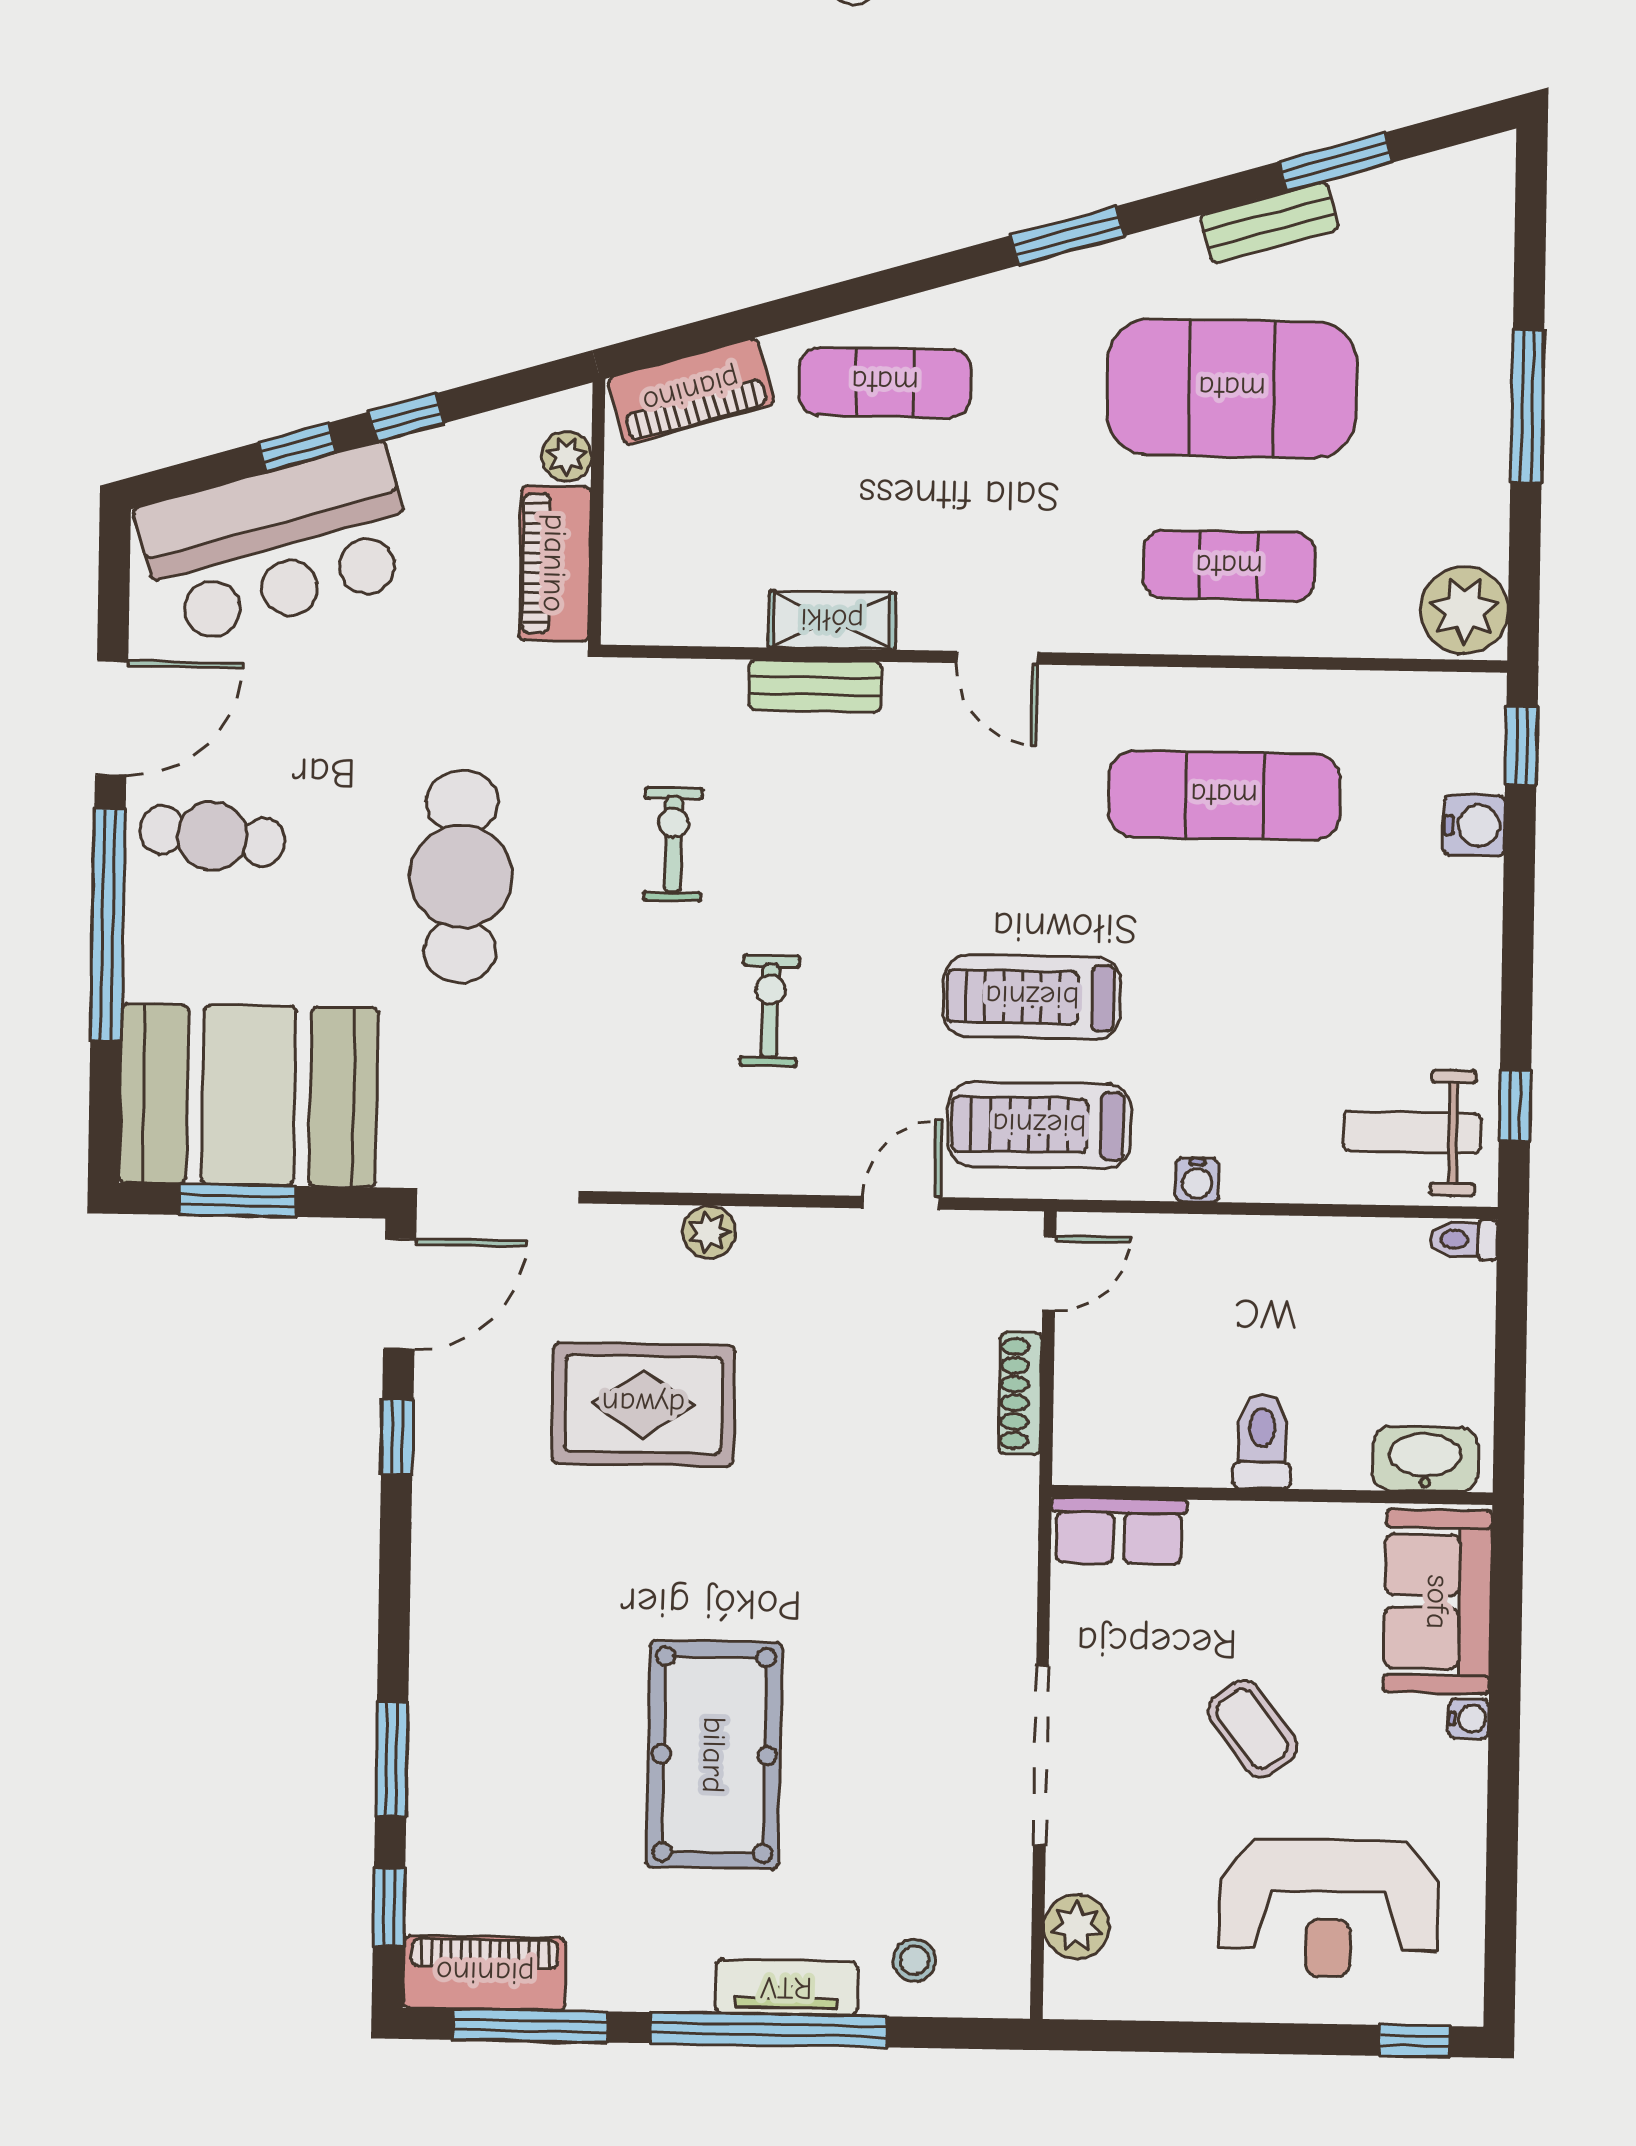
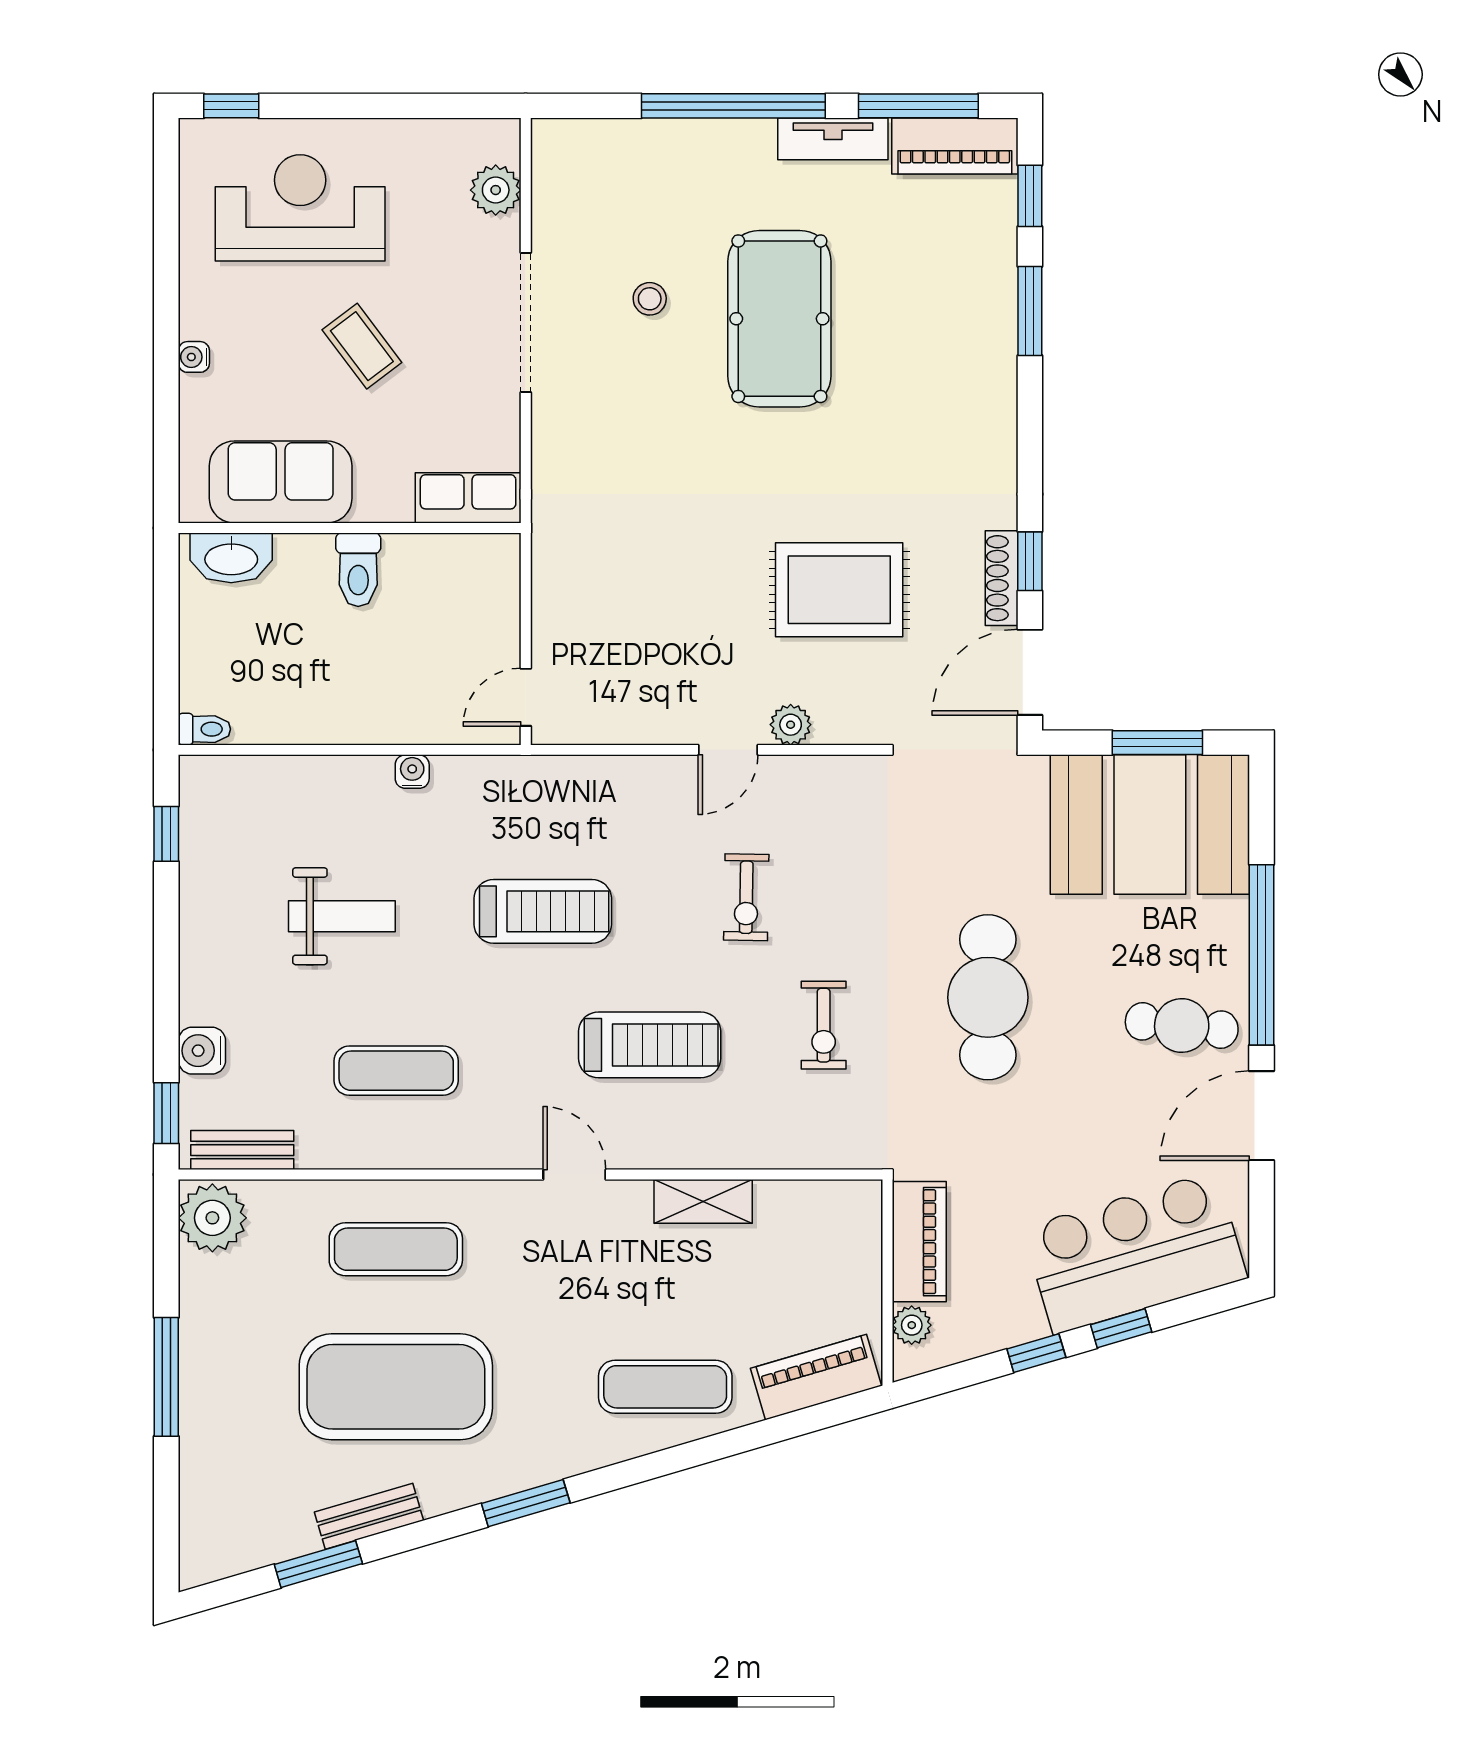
bench: (815, 686) -> (242, 1150), moved
exercise mat: (1224, 795) -> (396, 1071), width x0.73, depth x0.69
treadmill: (1039, 1125) -> (650, 1045), moved
weight bench: (1412, 1132) -> (342, 916), moved
door: (902, 1203) -> (728, 750), moved
shoe rack: (1020, 1394) -> (1002, 578), moved, turned 180
sofa: (1438, 1602) -> (281, 482), moved, turned -90
stool: (915, 1960) -> (650, 299), moved
tv unit: (786, 1988) -> (833, 139), moved

